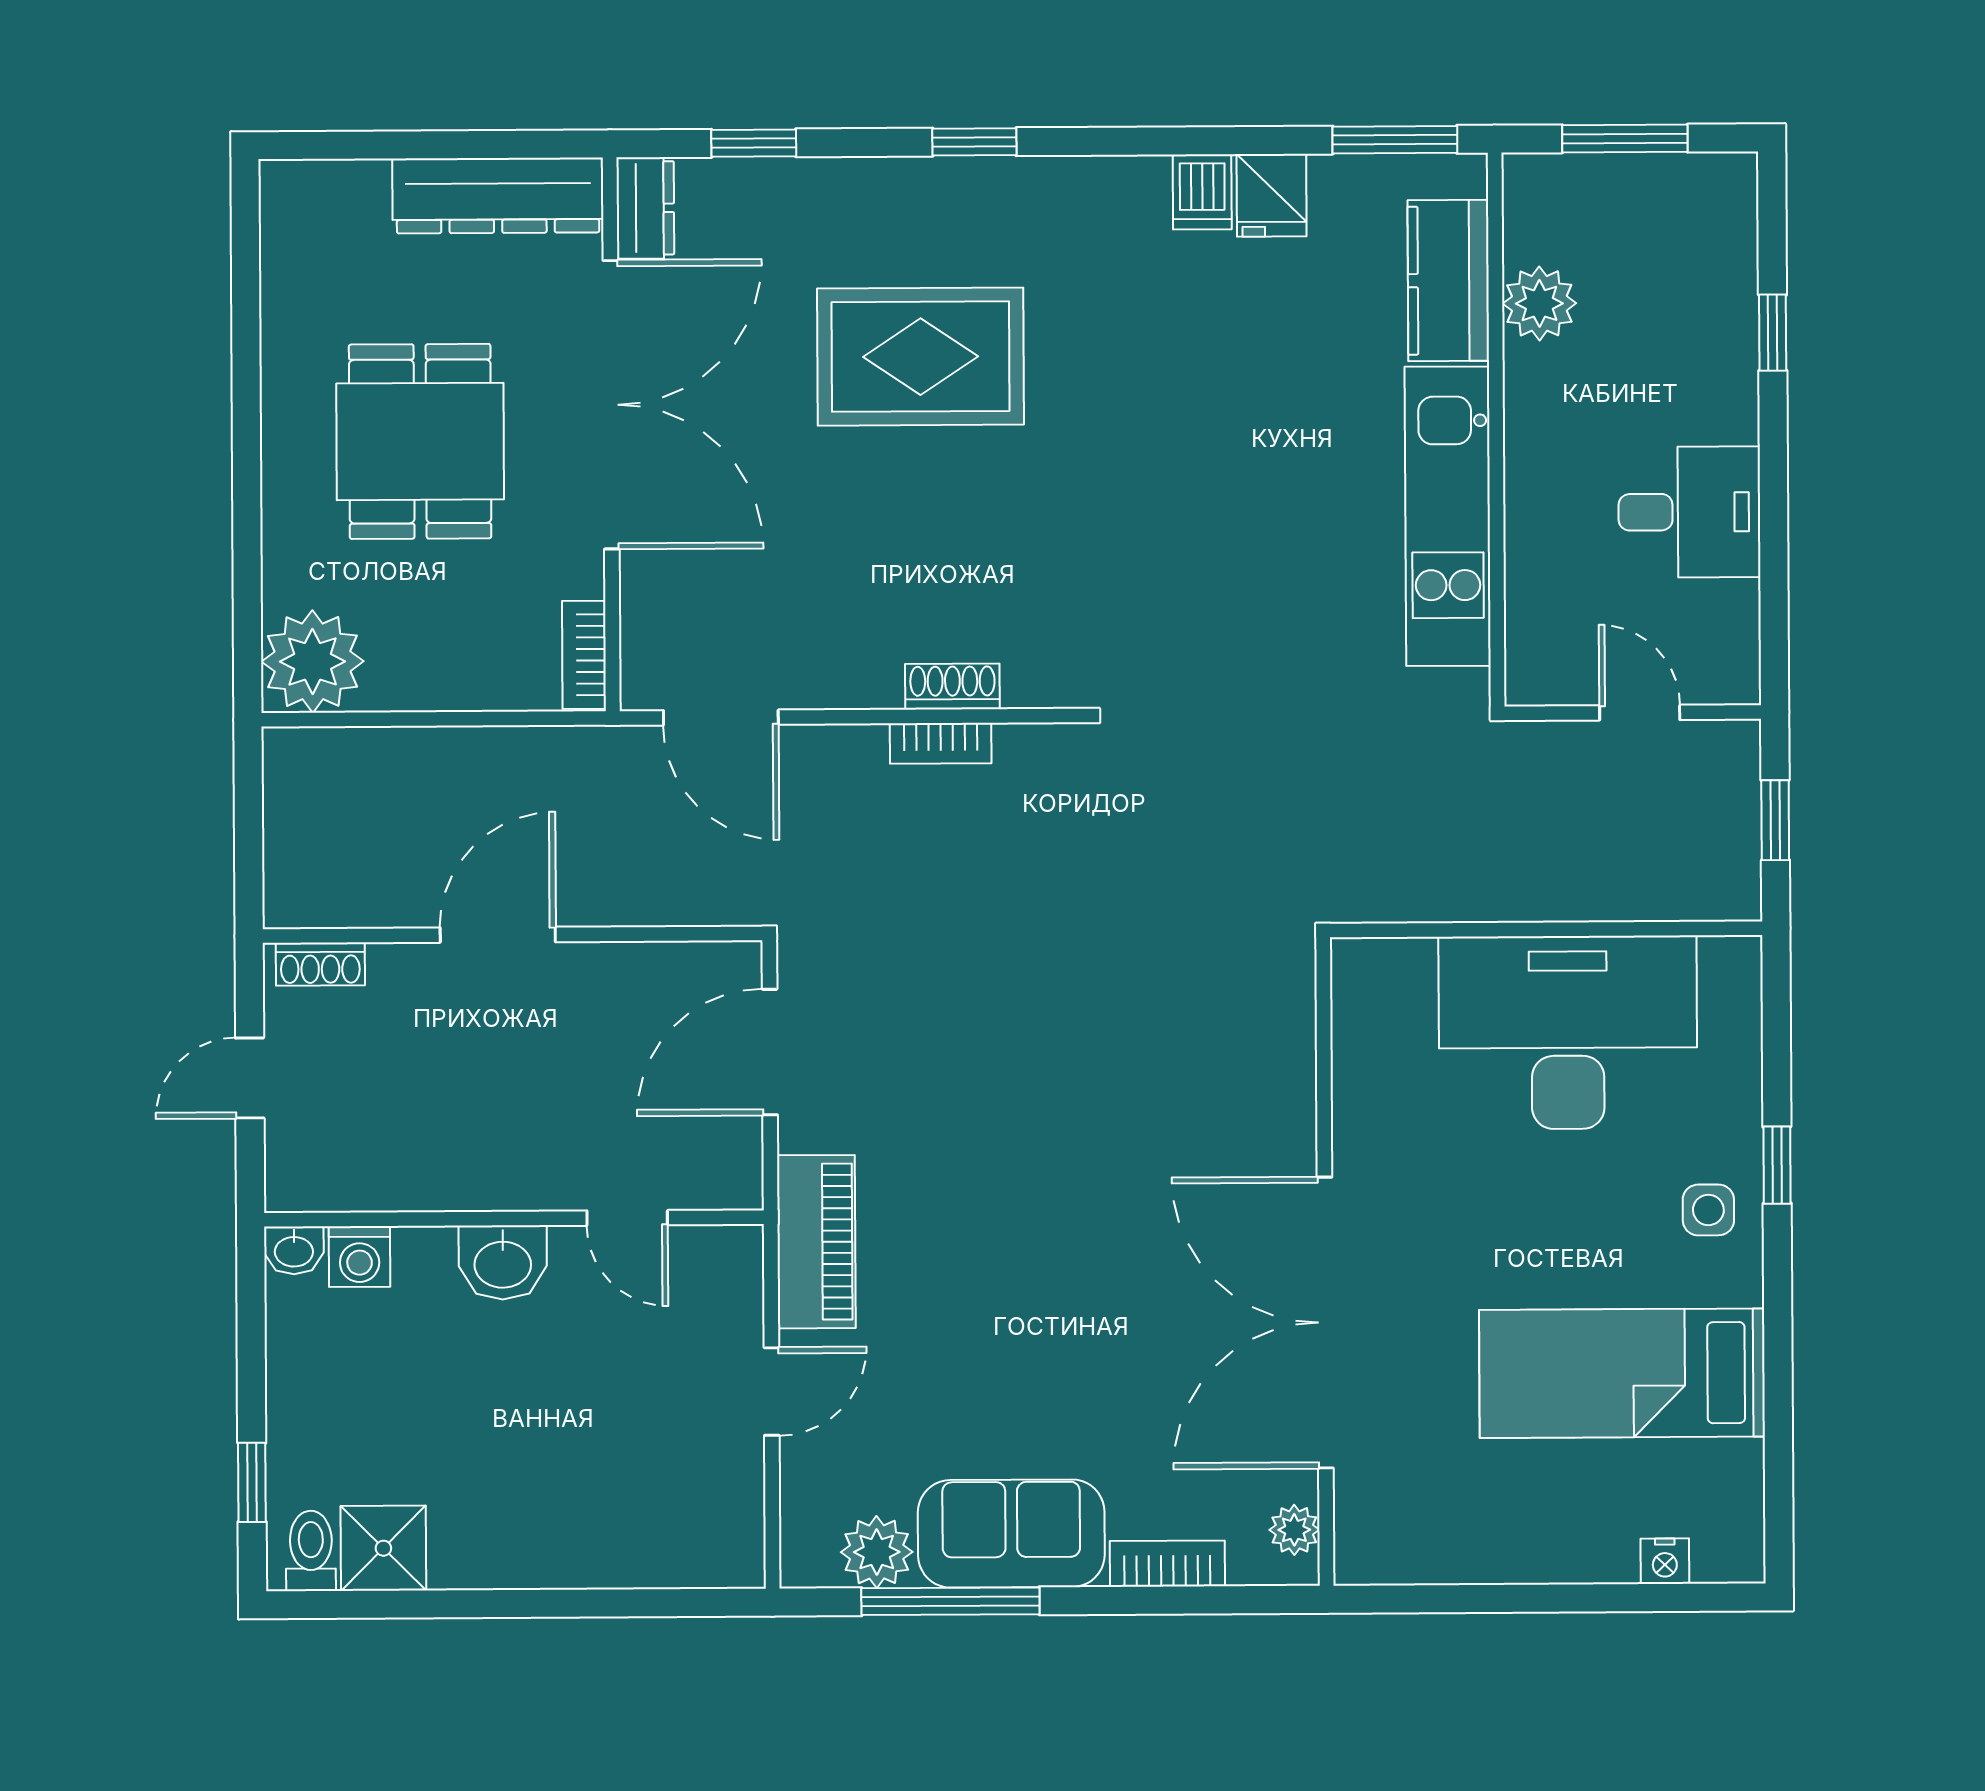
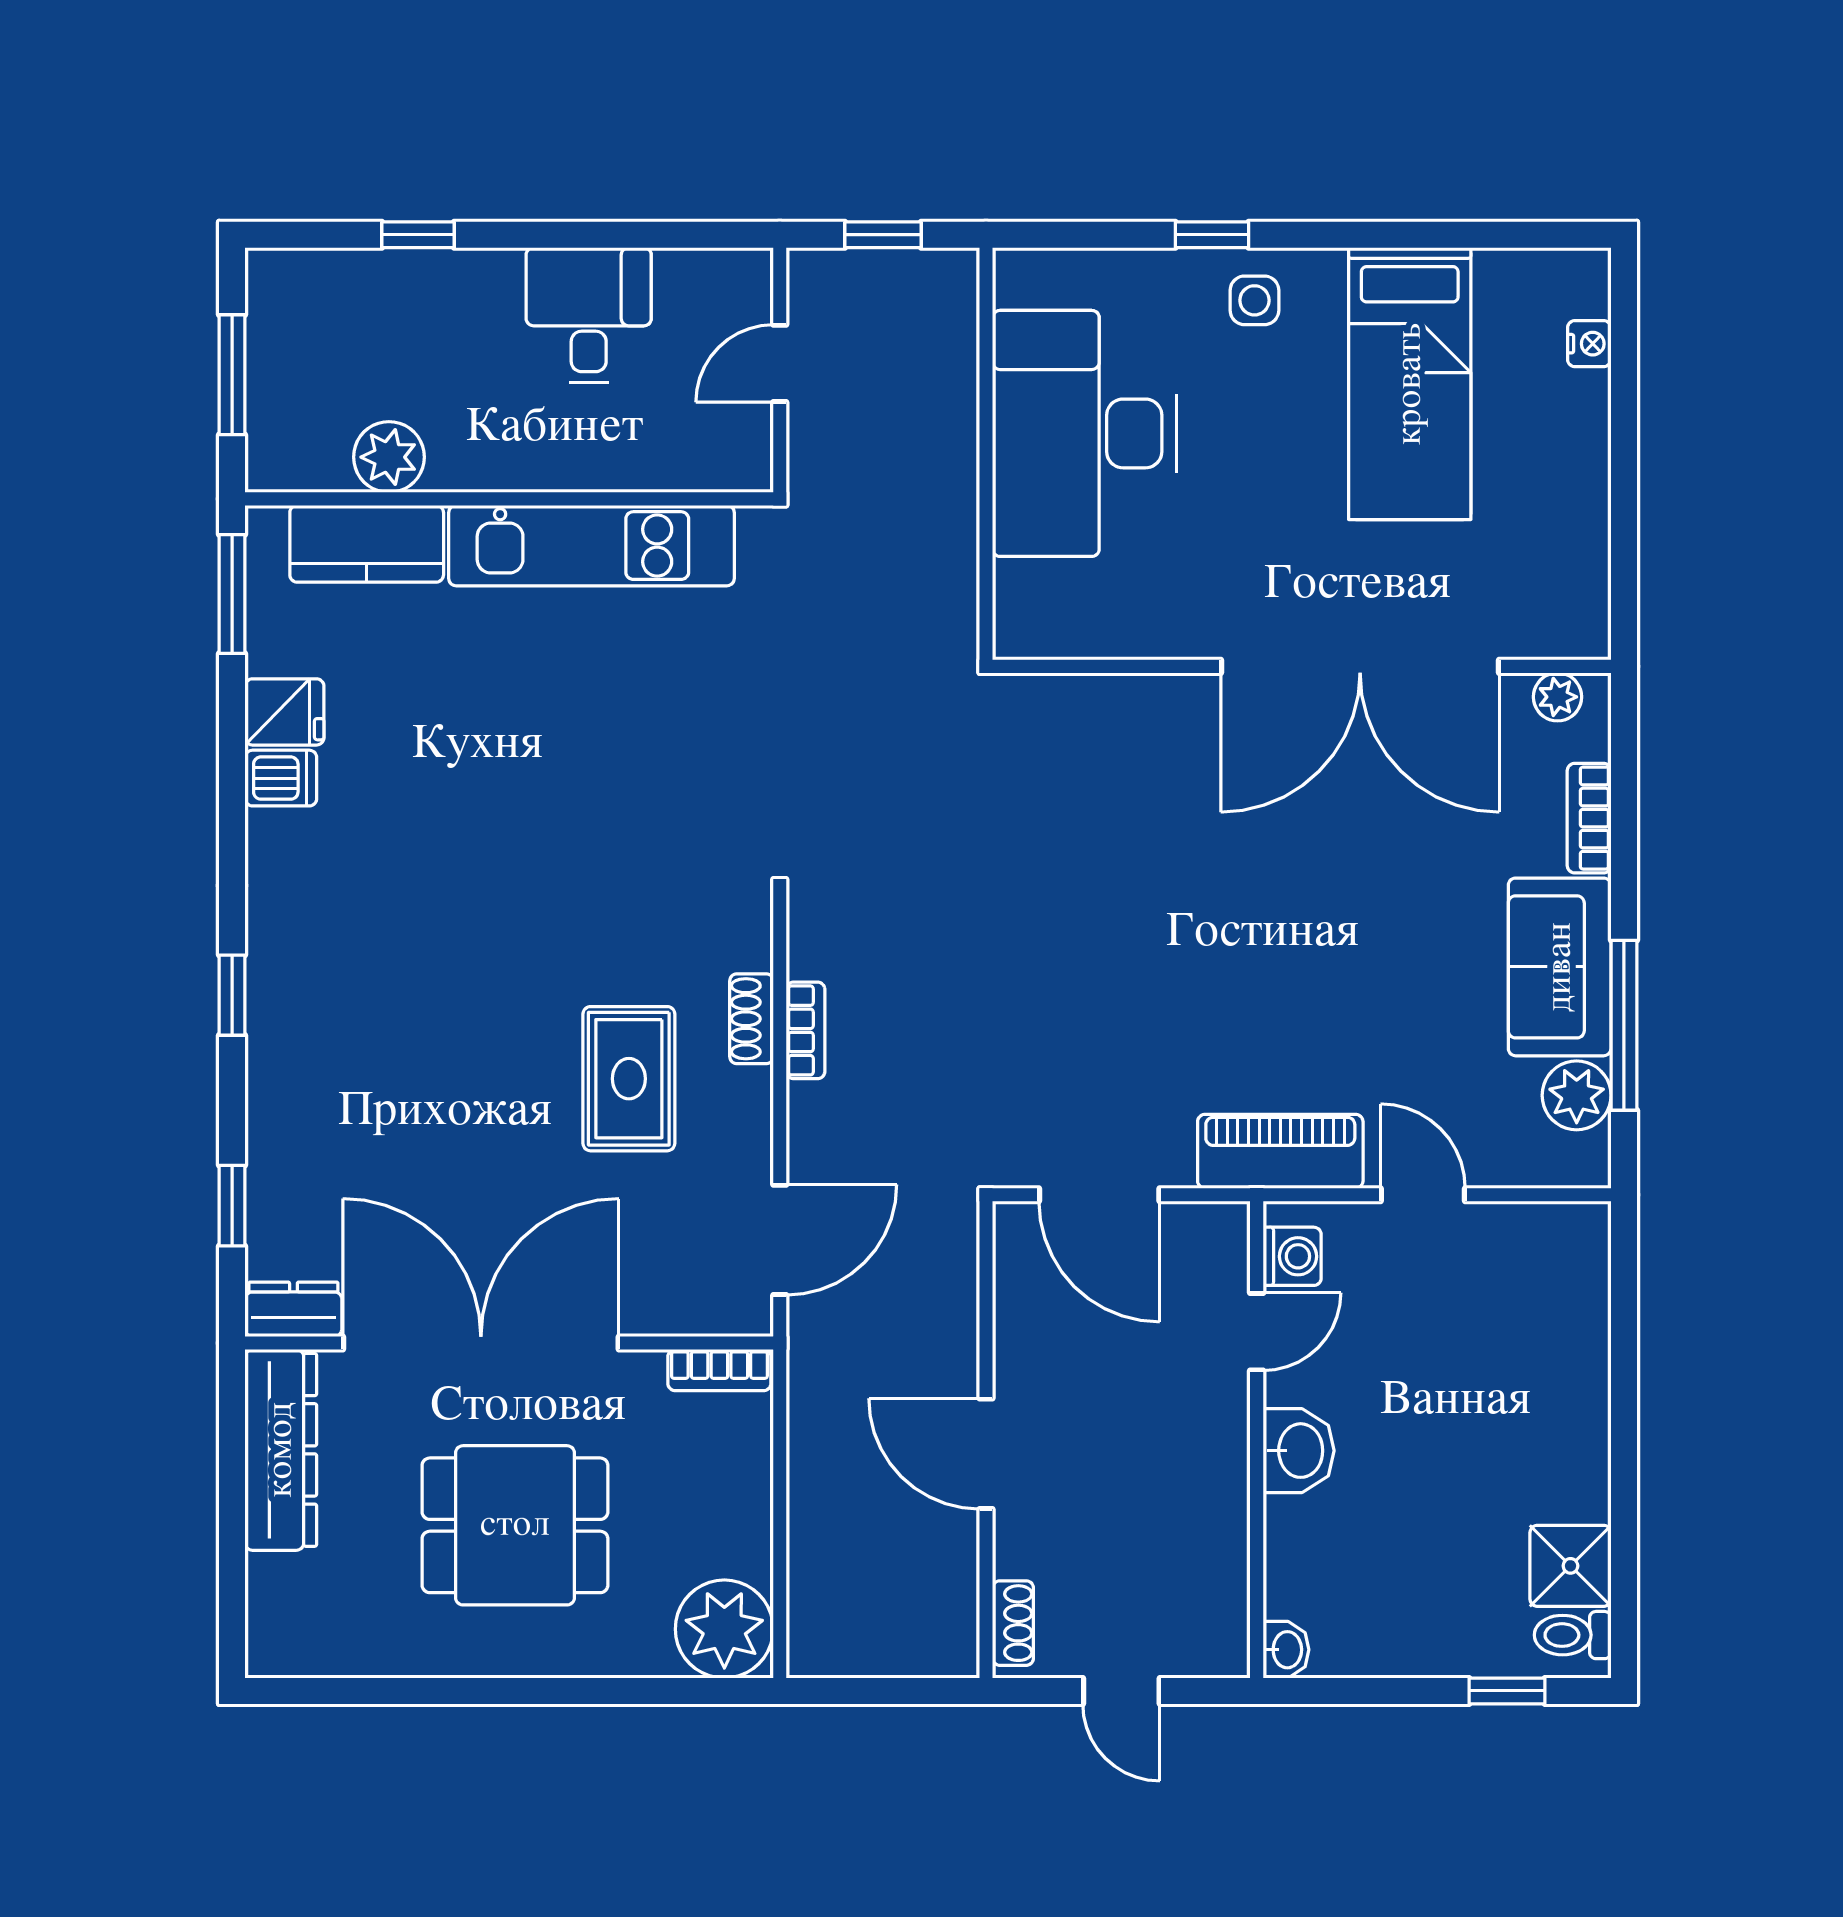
rug: (921, 357) -> (629, 1079), moved, width x0.73, depth x0.70
washing machine: (360, 1257) -> (1292, 1256), moved

